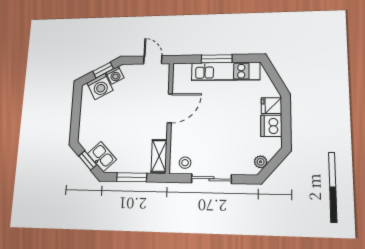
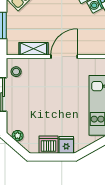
door: (170, 108) -> (64, 57), swing flipped
shelving: (159, 156) -> (33, 49), moved

